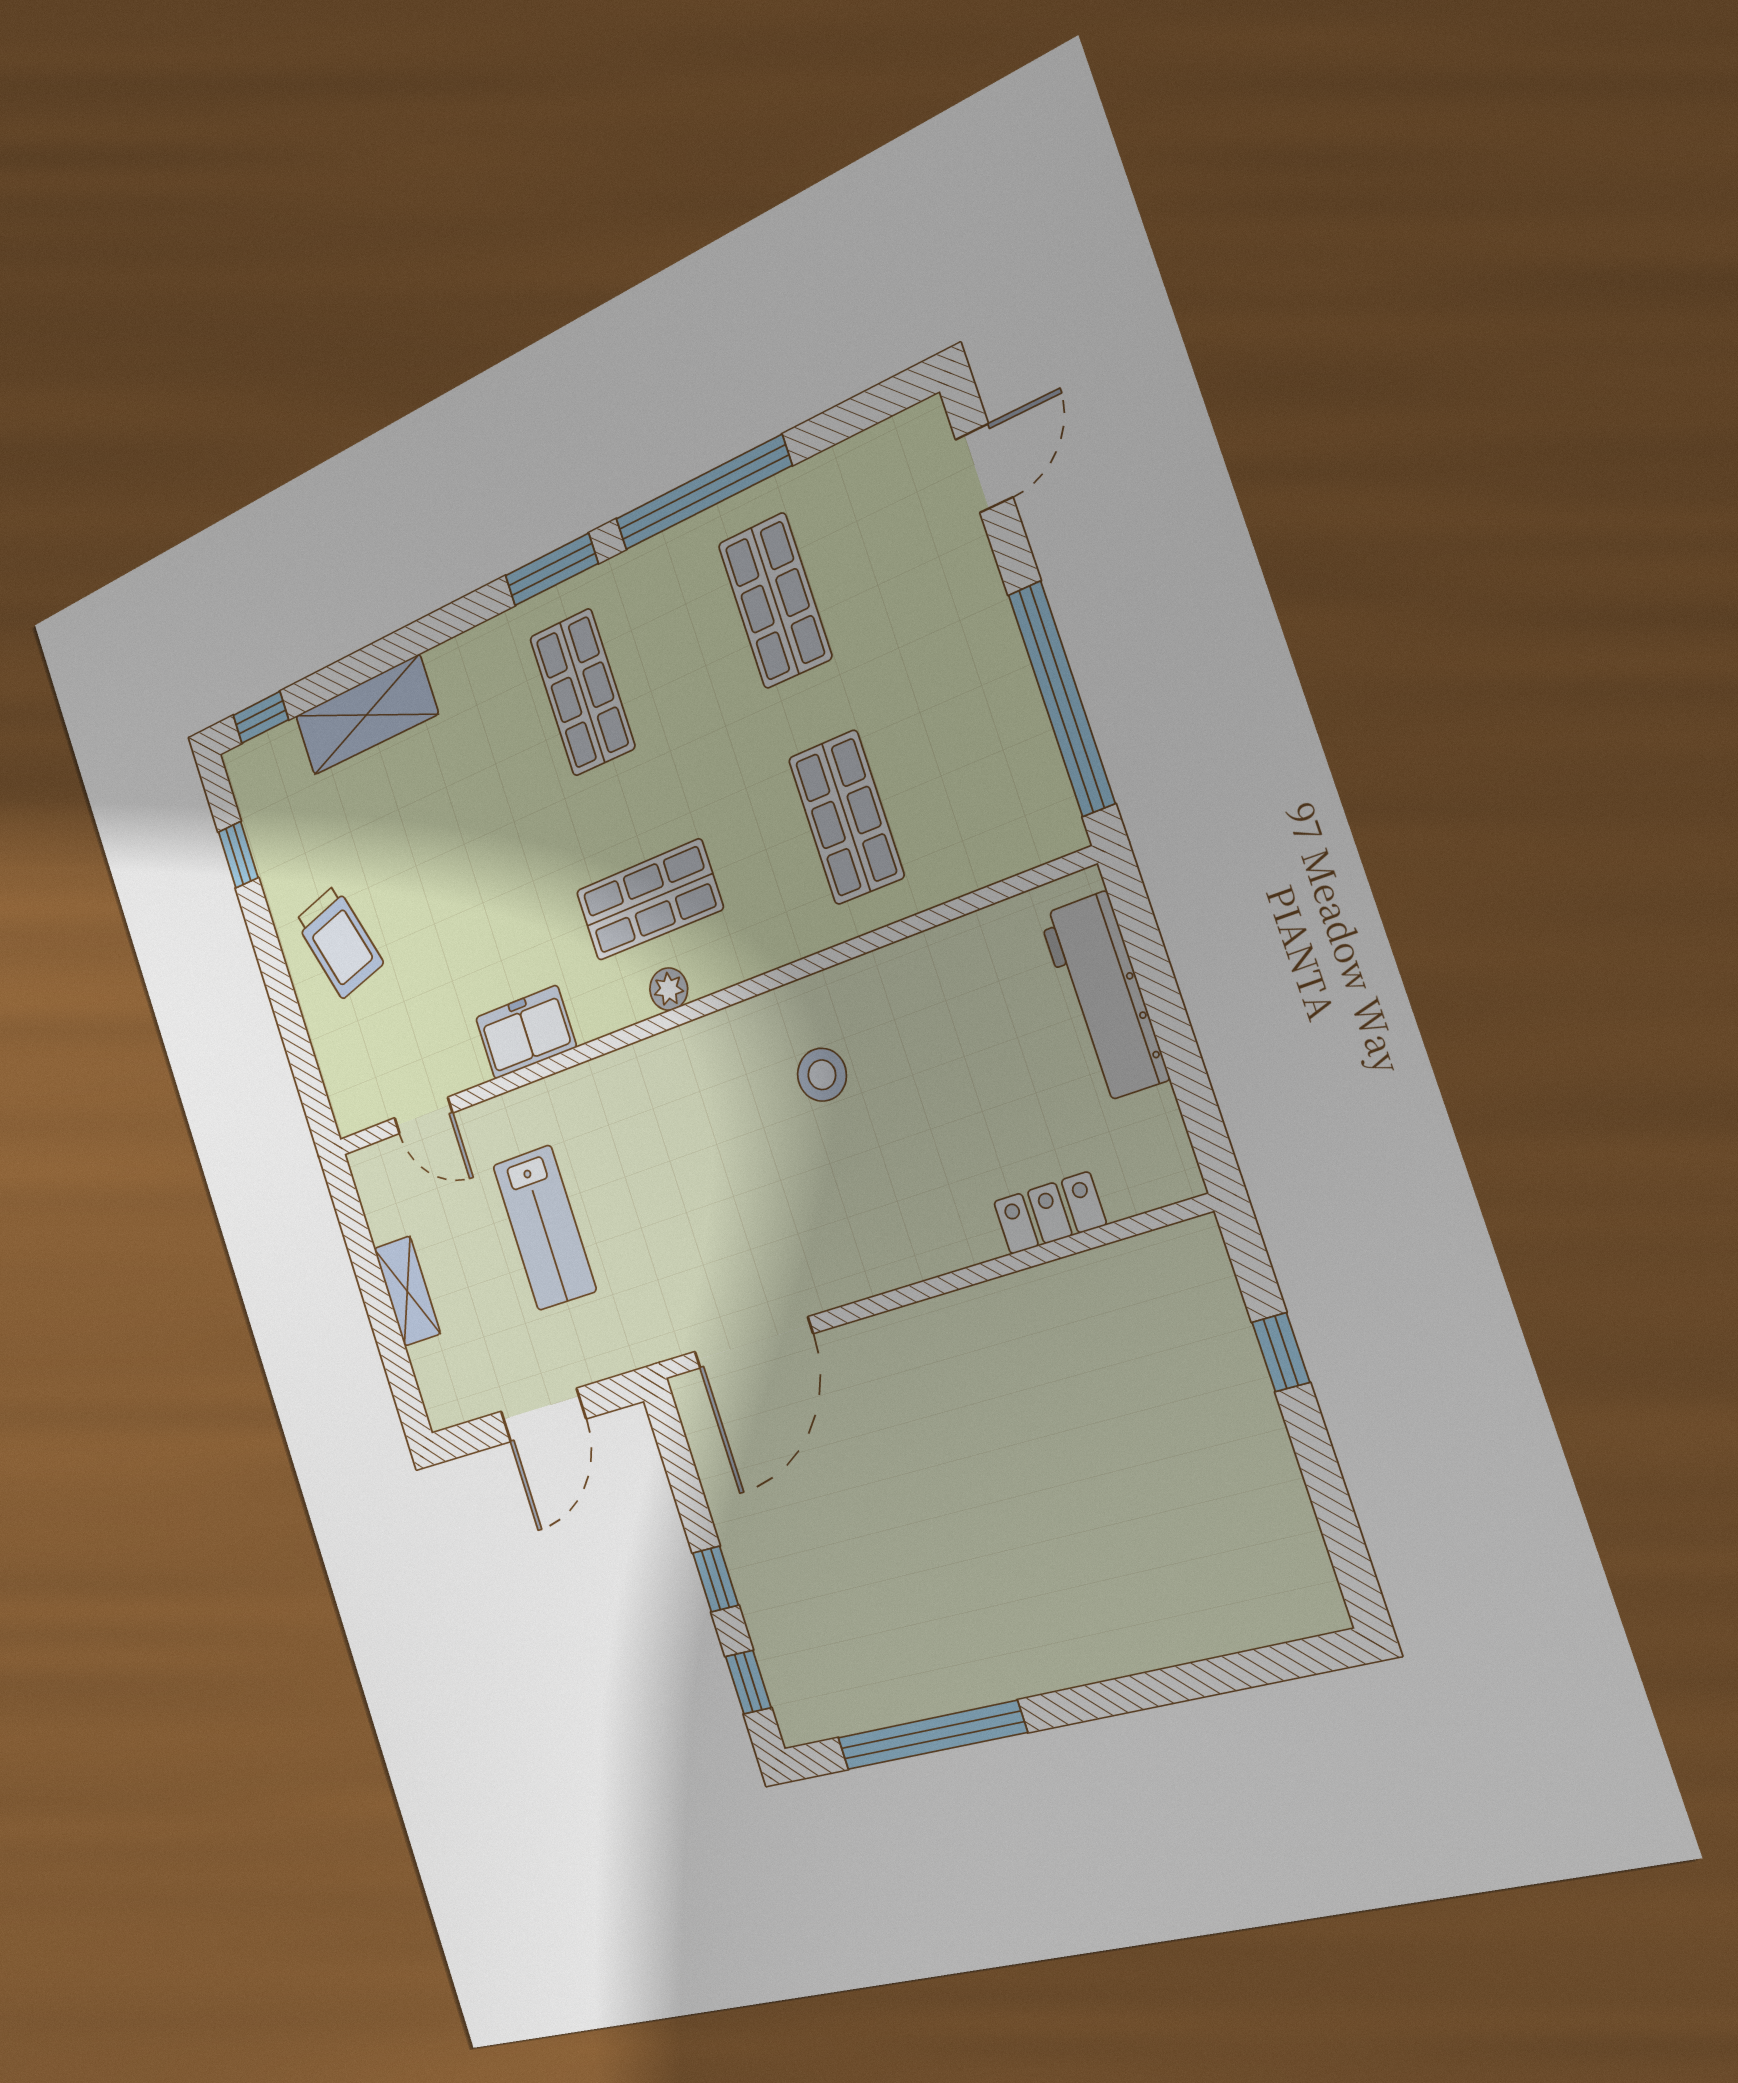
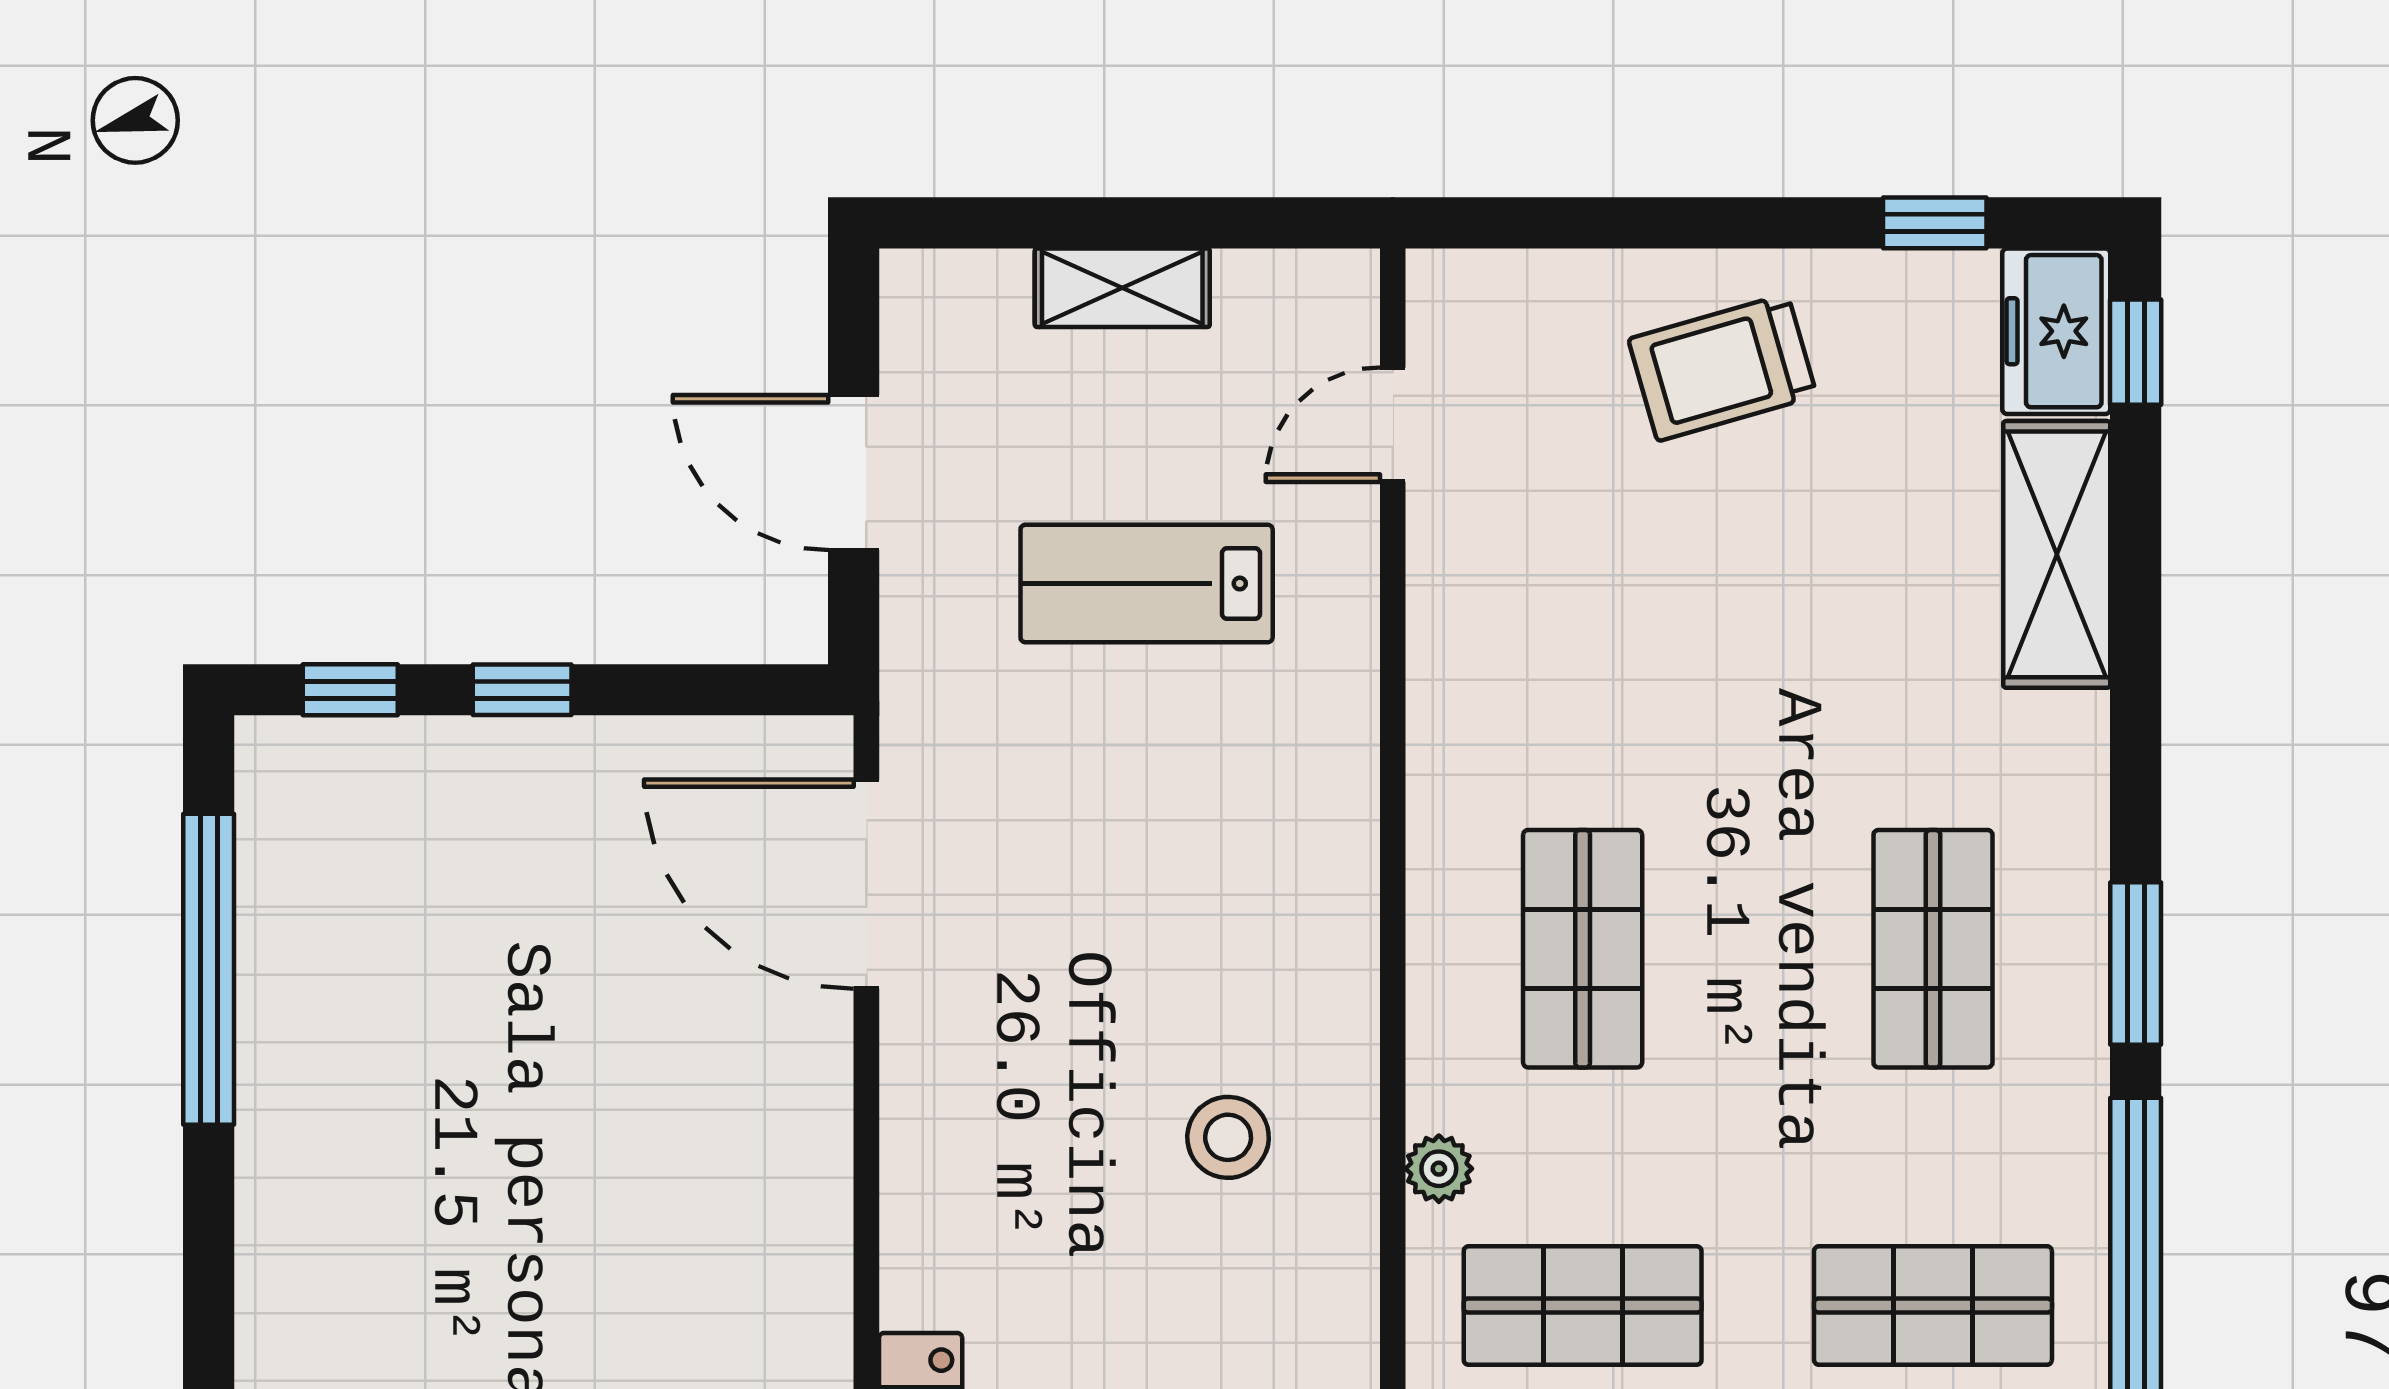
shop shelf: (582, 692) -> (1933, 949), turned 90
plant: (669, 989) -> (1439, 1169), moved
freezer: (526, 1032) -> (2056, 331), moved, turned 180

